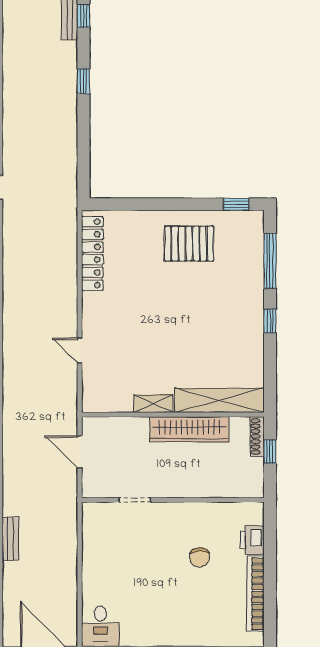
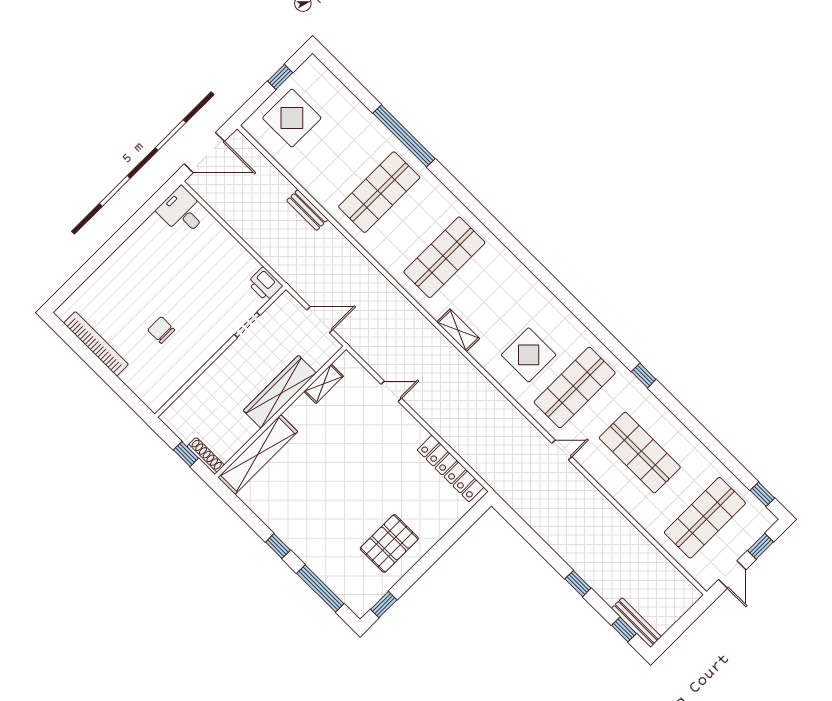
shelving: (153, 404) -> (324, 384), moved
wardrobe: (189, 429) -> (280, 392), moved
printer: (252, 540) -> (265, 284), moved, turned 180

